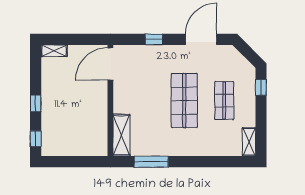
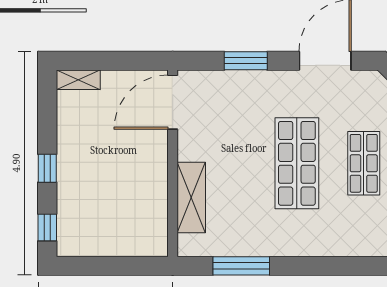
window: (154, 39) -> (246, 61), width x1.50
shelving: (121, 135) -> (191, 197), moved

